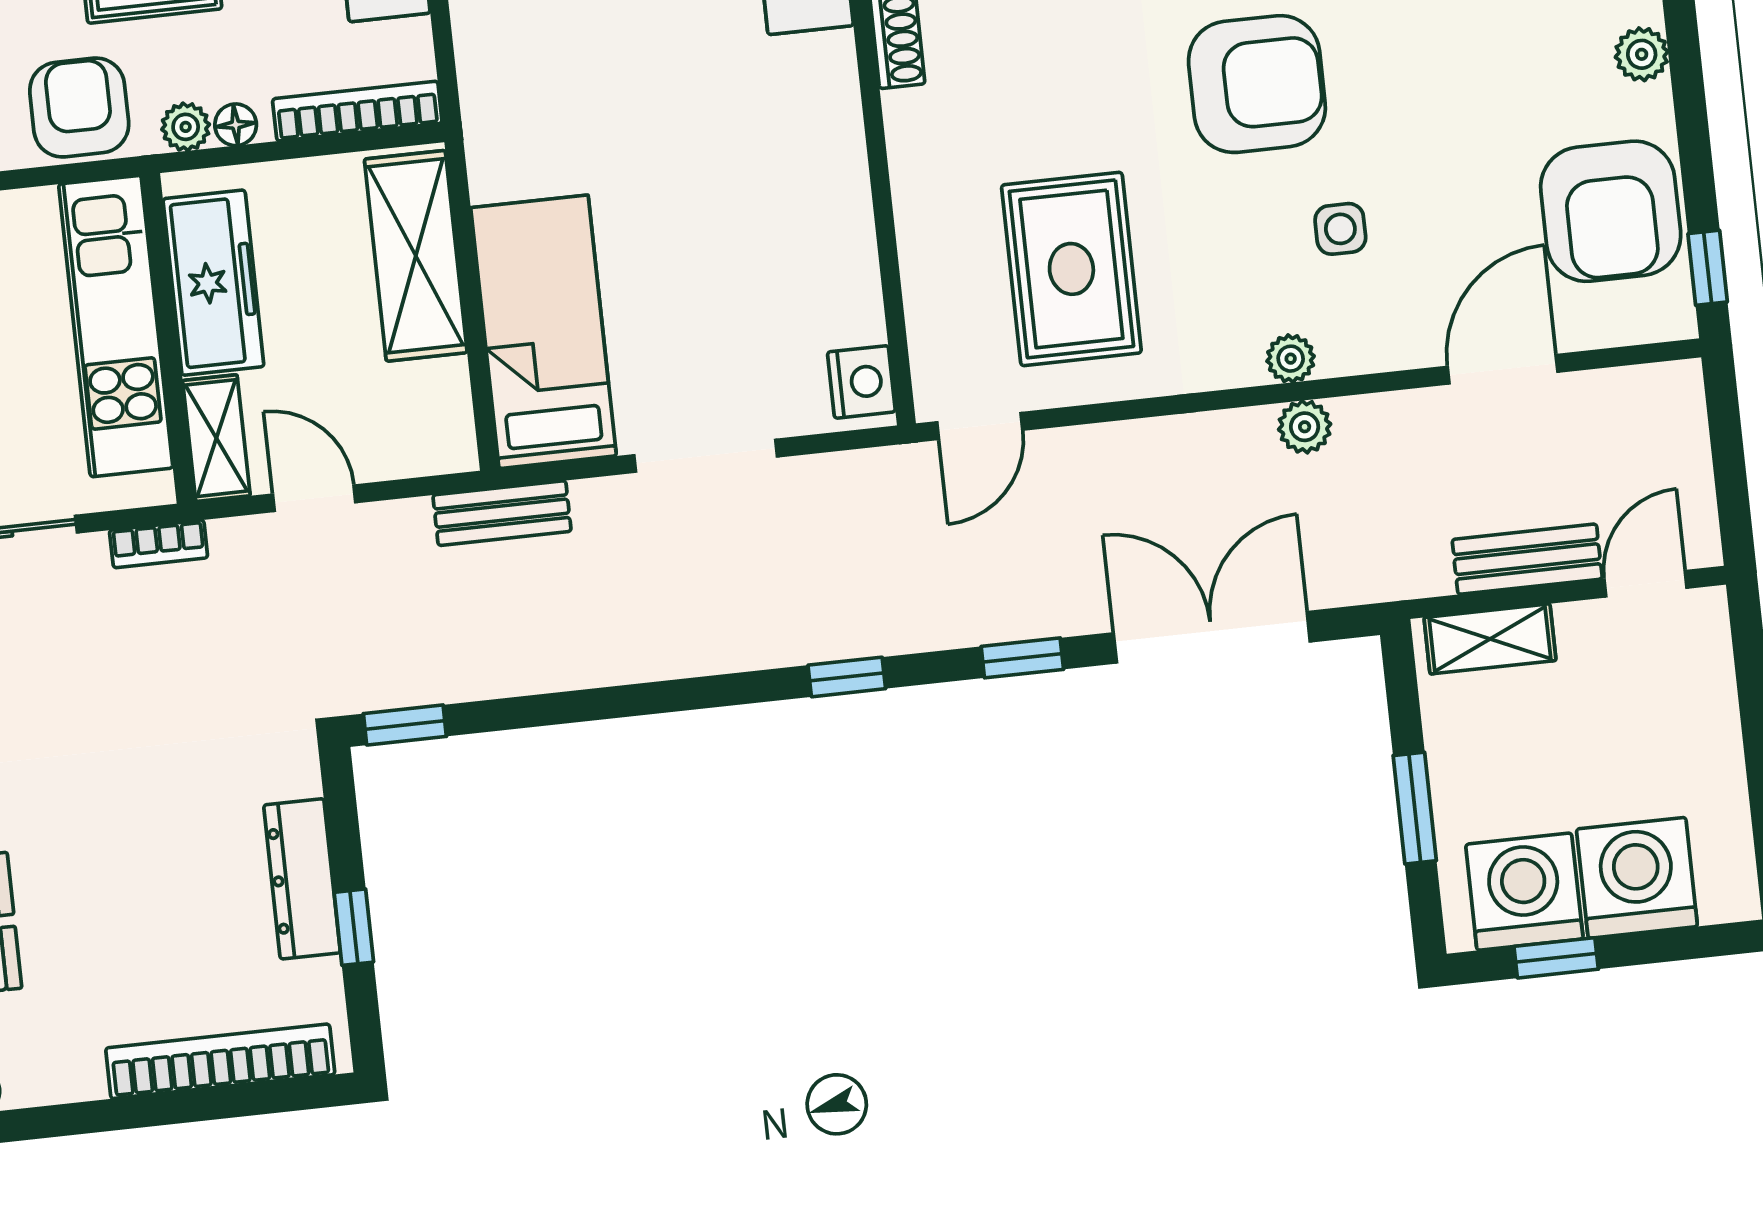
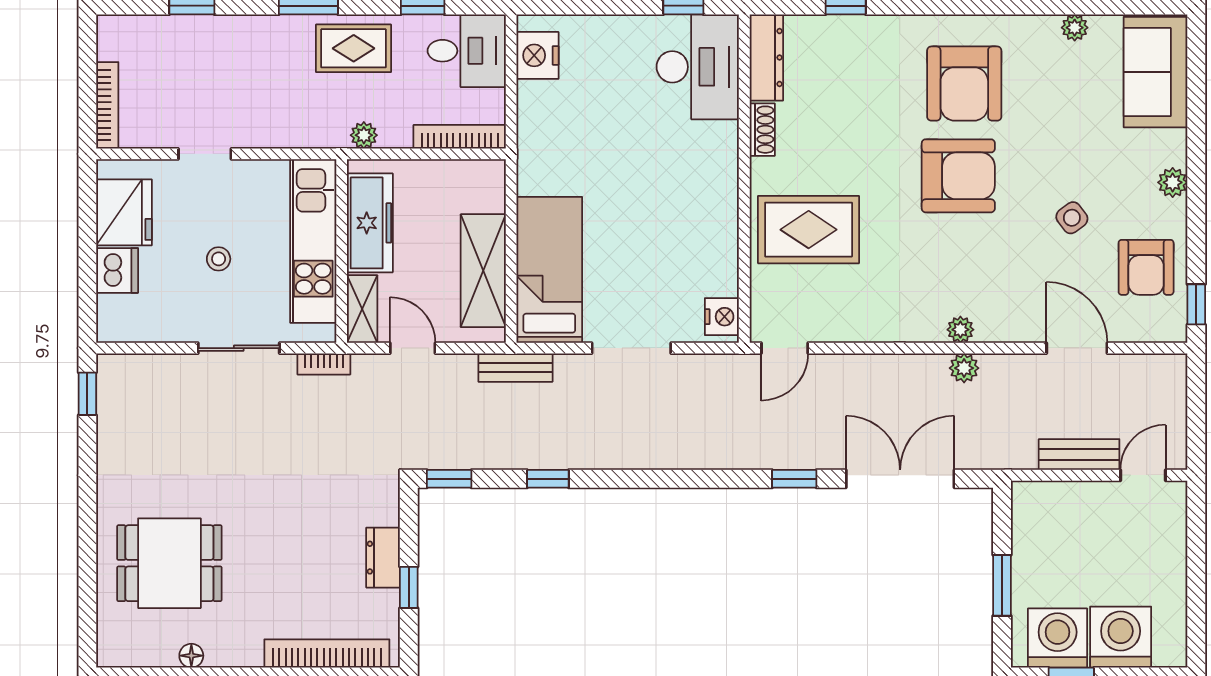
armchair: (79, 107) -> (306, 118), removed
floor lamp: (236, 125) -> (392, 137), removed
armchair: (1611, 211) -> (1146, 267), width x0.73, depth x0.73
side table: (1340, 229) -> (1072, 218), moved, turned -37
shelving: (416, 256) -> (483, 271), moved
rug: (1071, 269) -> (809, 230), moved, turned 90
door: (1503, 369) -> (1077, 348), hinge flipped
shelving: (1490, 639) -> (1054, 496), removed
window: (847, 677) -> (548, 479), moved
dresser: (302, 879) -> (383, 558), width x0.70

